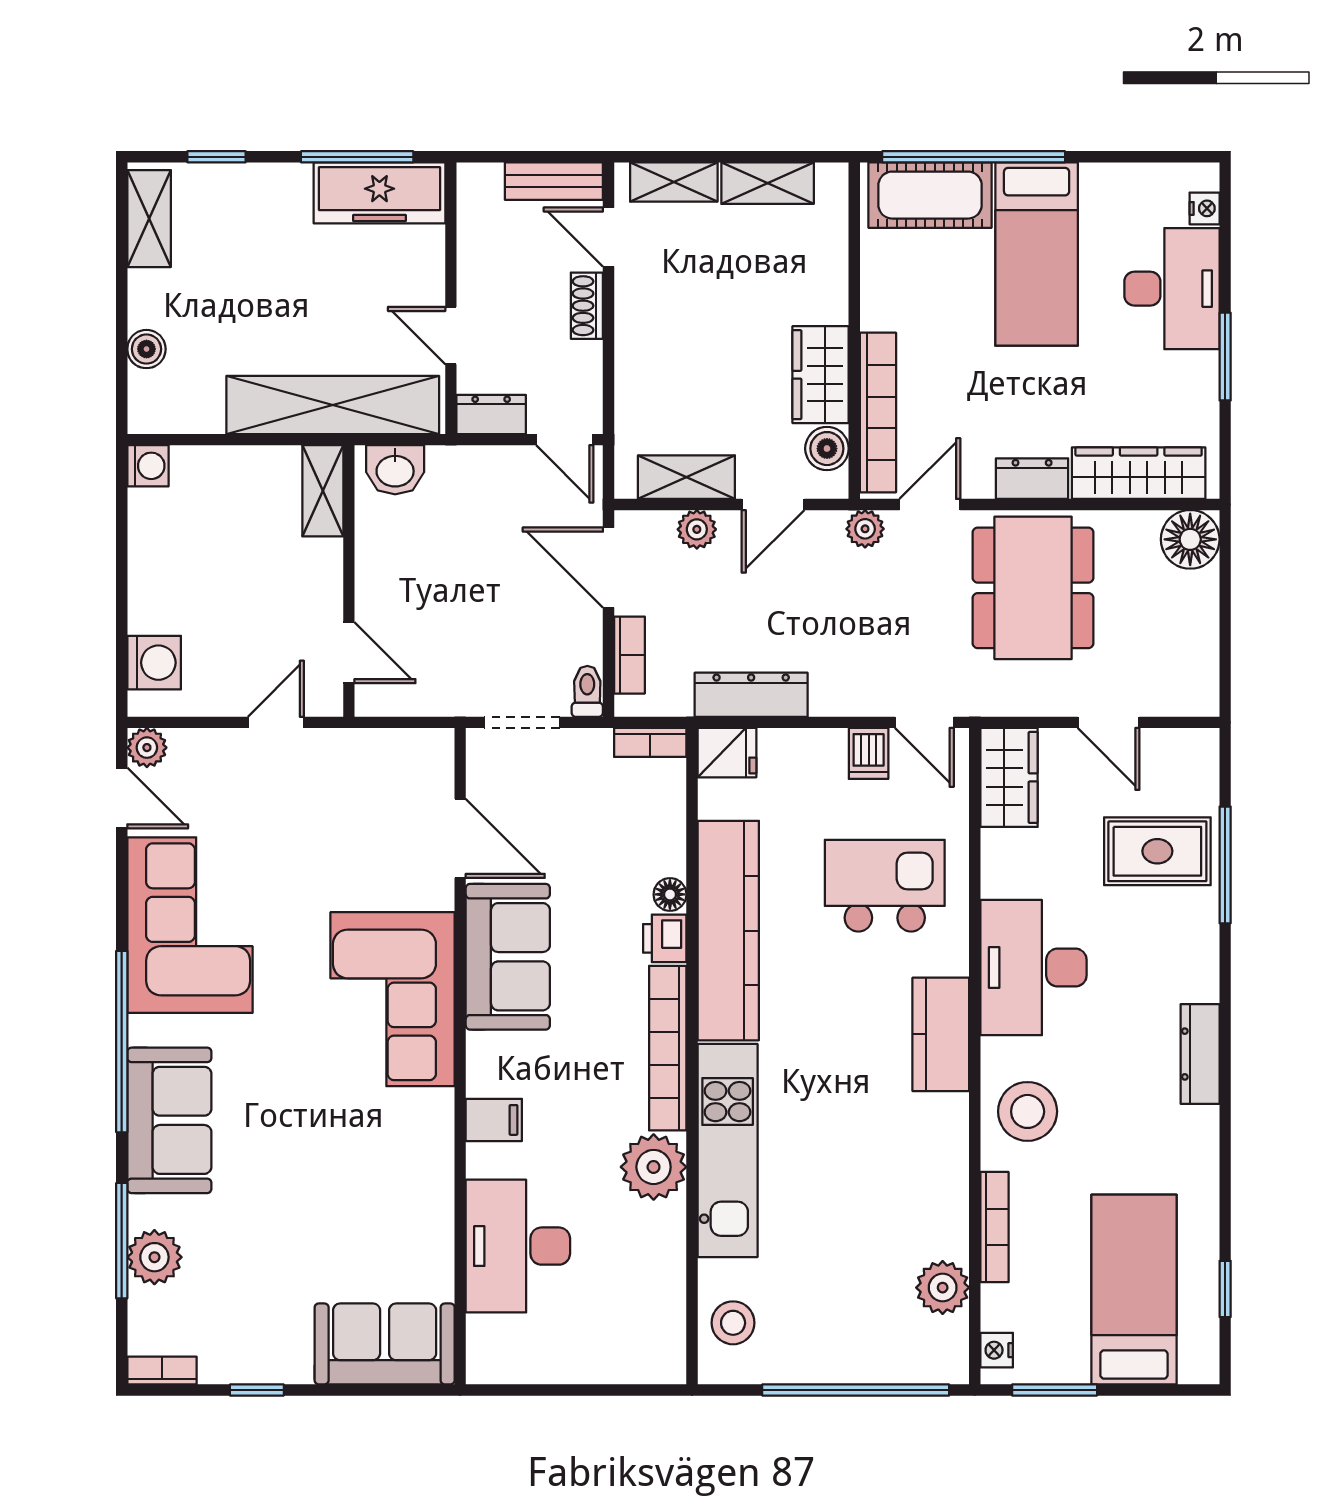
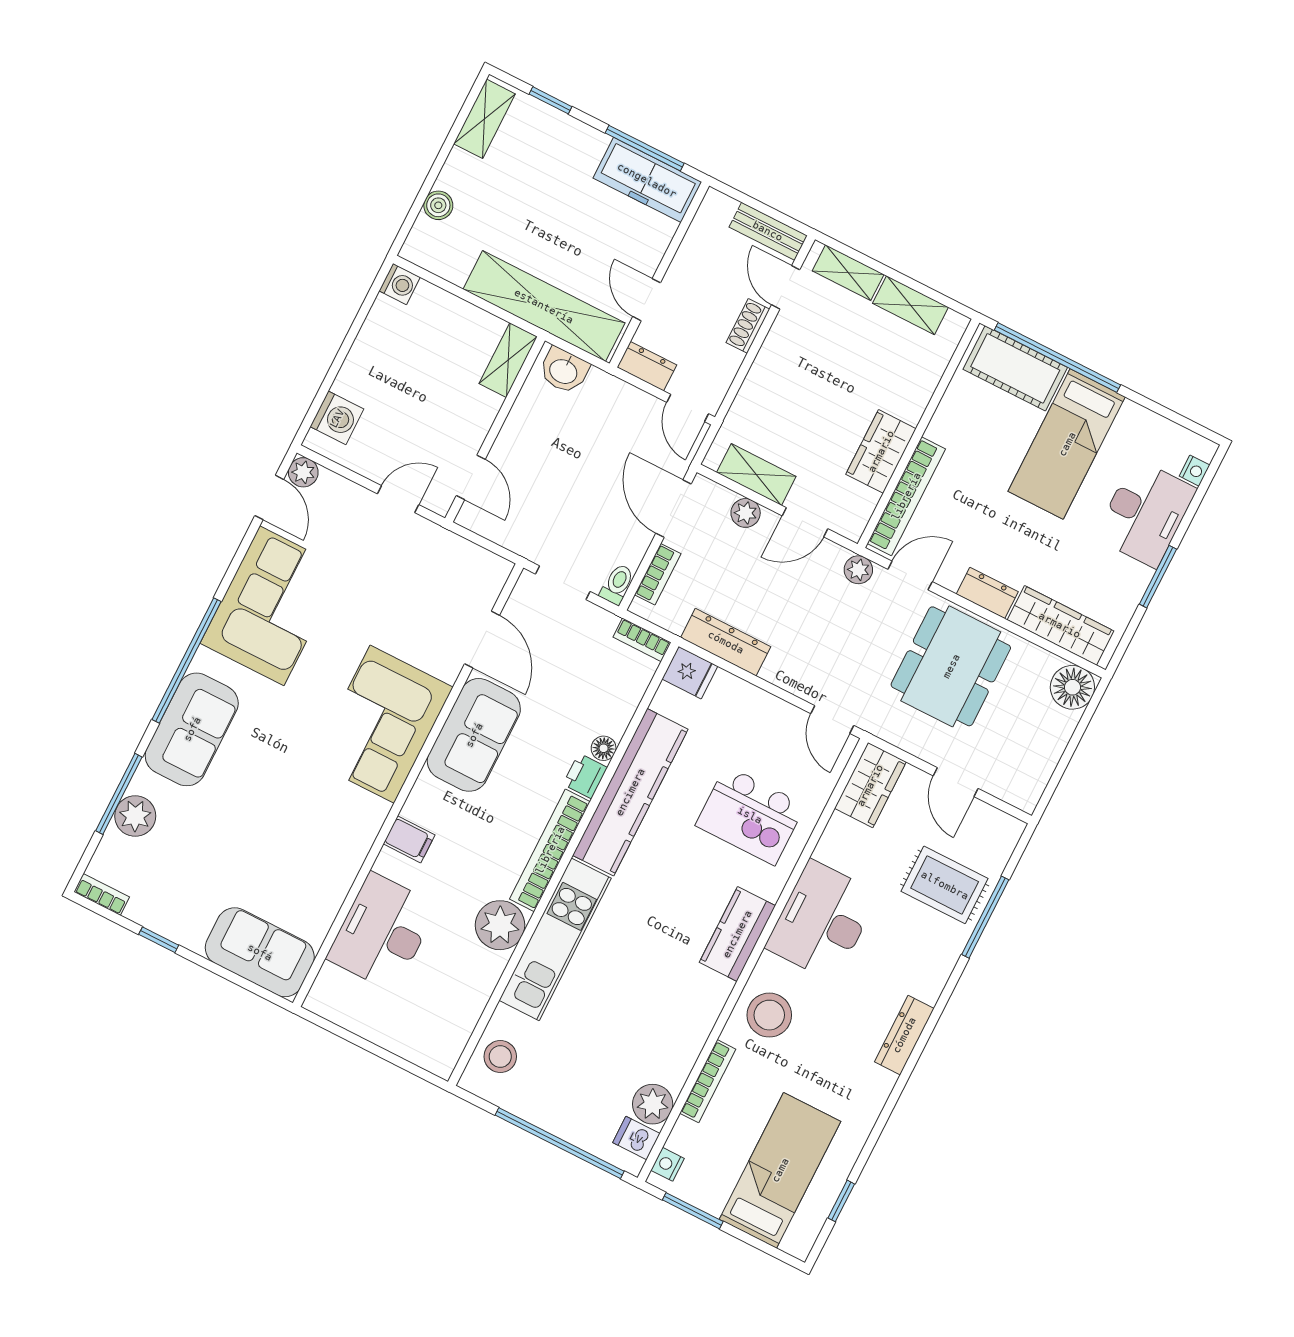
boiler: (827, 449) -> (860, 503), removed
dishwasher: (869, 753) -> (636, 1138), moved, turned 90
kitchen island: (885, 886) -> (750, 815), turned 180

